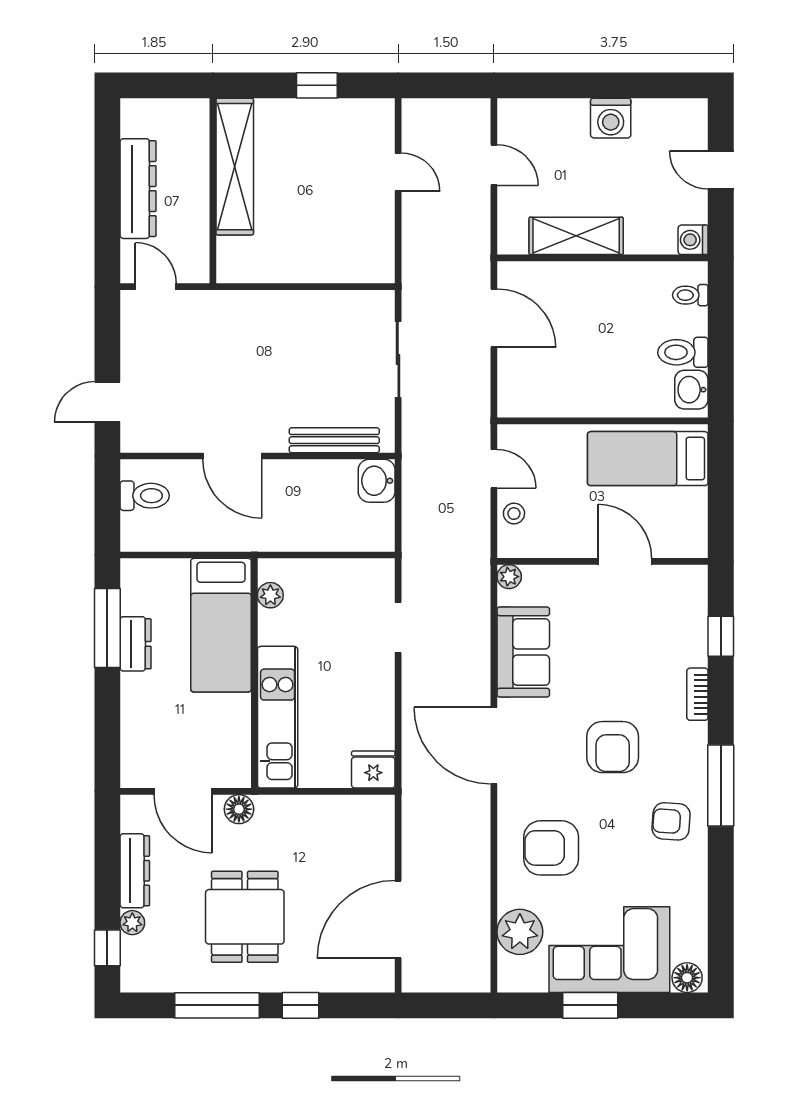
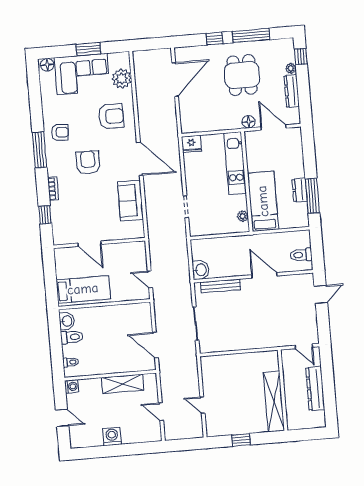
stool: (514, 514) -> (140, 261), removed
plant: (509, 577) -> (139, 233), removed

